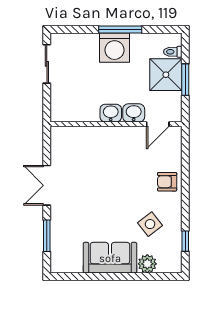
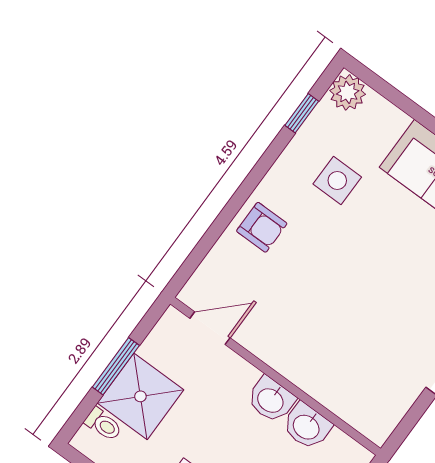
washbasin: (134, 113) -> (307, 426), moved
side table: (150, 224) -> (337, 181), turned 38
plant: (147, 264) -> (348, 92), moved

